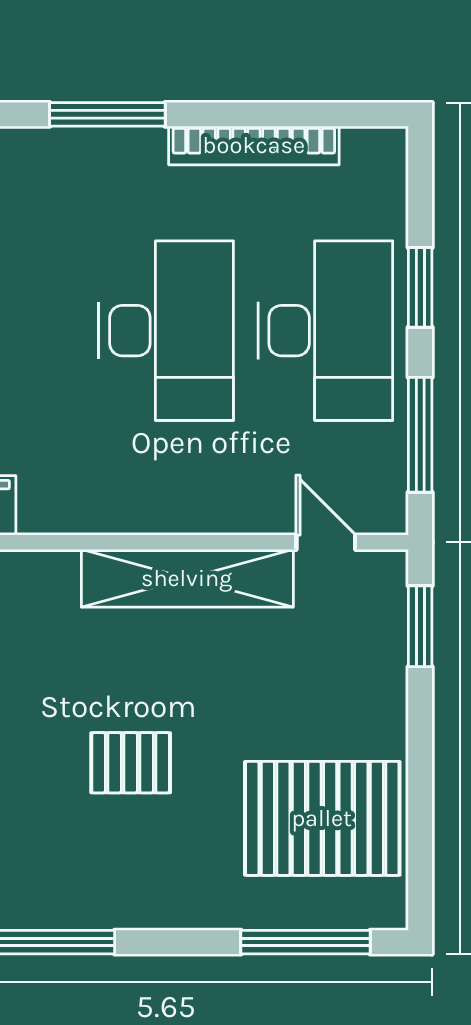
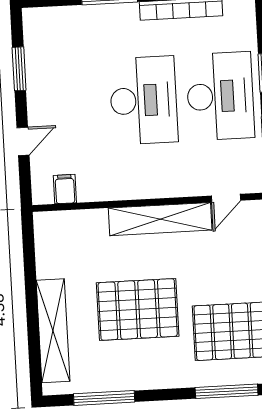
door: (326, 542) -> (226, 198), swing flipped
pallet: (131, 763) -> (138, 309), width x2.05, depth x2.00

